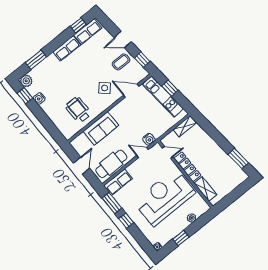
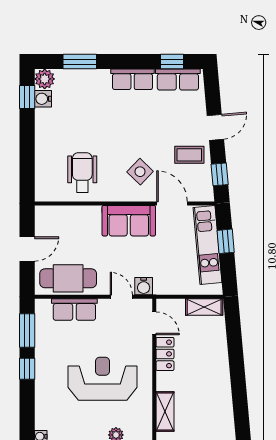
door: (123, 40) -> (215, 127), swing flipped
water cooler: (39, 98) -> (43, 99), moved
sofa: (101, 128) -> (129, 221), moved
window: (238, 159) -> (240, 407), removed
locker: (187, 167) -> (165, 354), width x0.66
row of seats: (118, 182) -> (74, 310), moved
reception desk: (164, 197) -> (103, 379), width x0.74, depth x0.77

